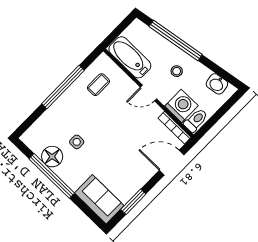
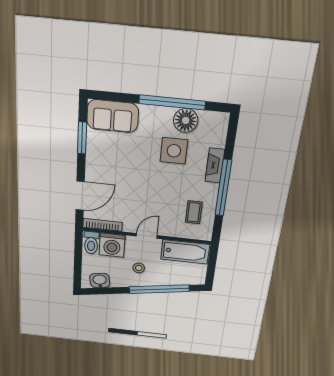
fireplace: (56, 109) -> (215, 165), added
side table: (77, 142) -> (174, 151), width x1.87, depth x1.87

